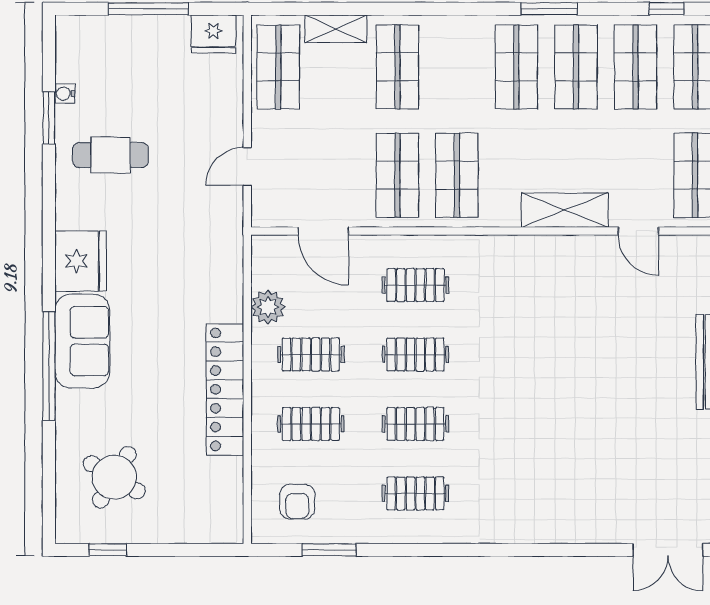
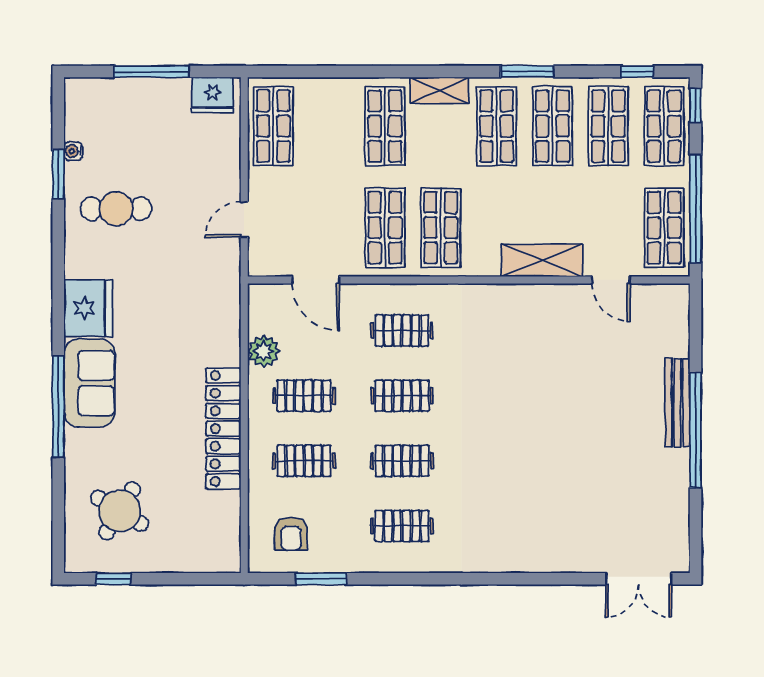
shelving: (336, 29) -> (439, 90), moved

